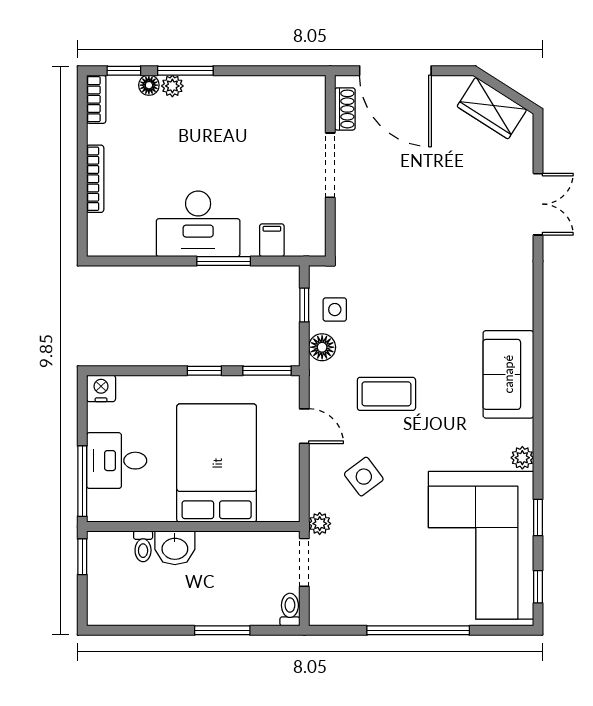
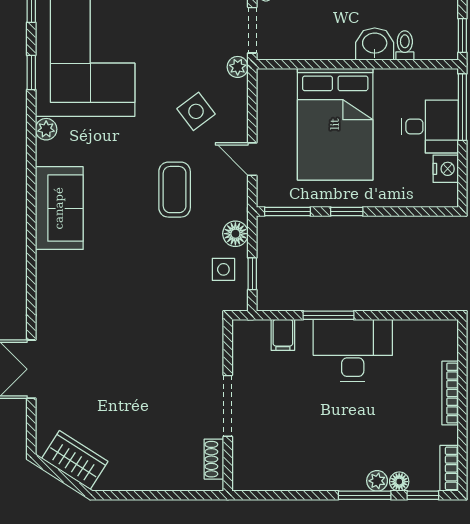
door: (395, 71) -> (166, 495), removed
nightstand: (101, 388) -> (446, 169), moved, turned -90
coffee table: (386, 394) -> (175, 190), turned 90

